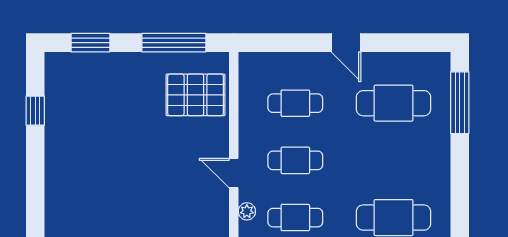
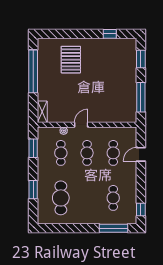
door: (346, 43) -> (141, 154), moved
window: (419, 43) -> (141, 209), added
pallet: (195, 95) -> (71, 60), moved
cafe table: (394, 103) -> (113, 198), width x0.73, depth x0.74

